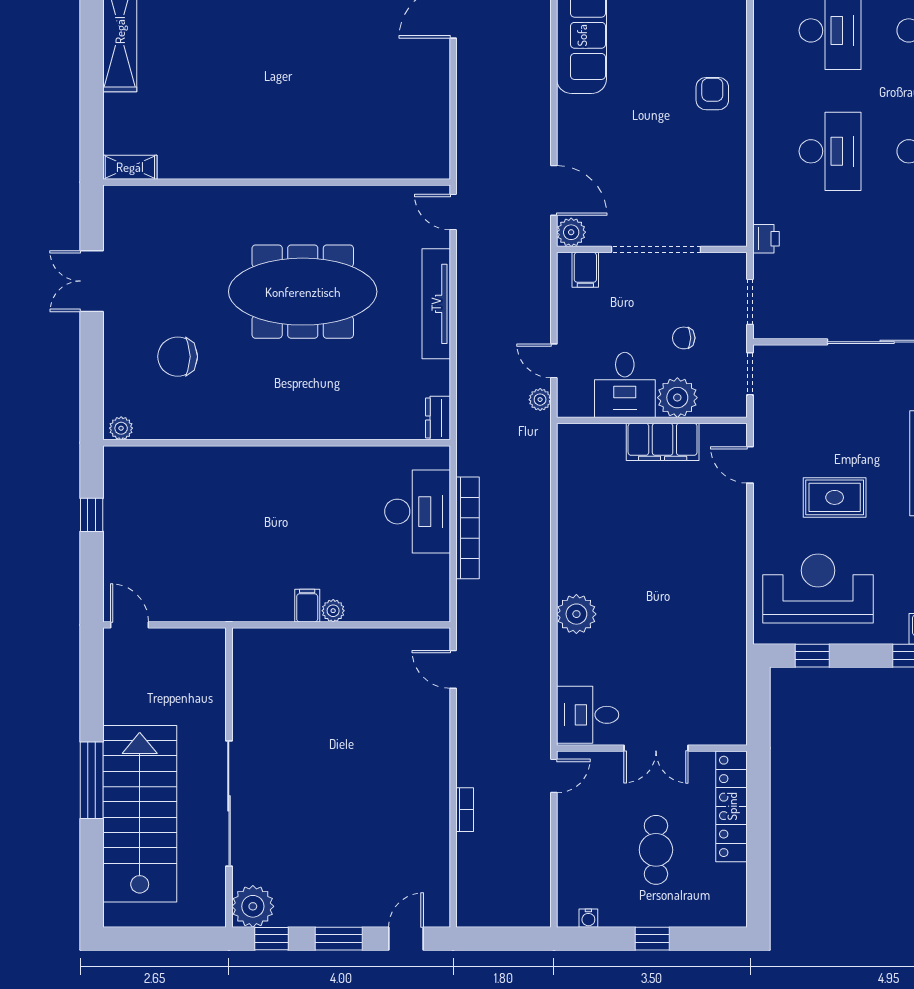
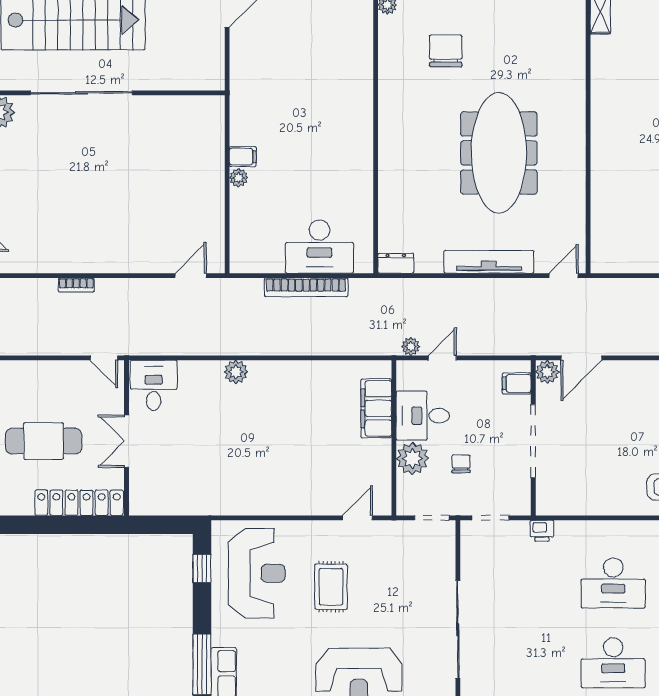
filing cabinet: (663, 442) -> (376, 408), moved
plant: (576, 614) -> (236, 372), width x0.73, depth x0.73
cafe table: (656, 850) -> (44, 441), width x1.37, depth x1.35

